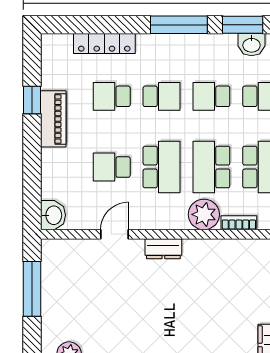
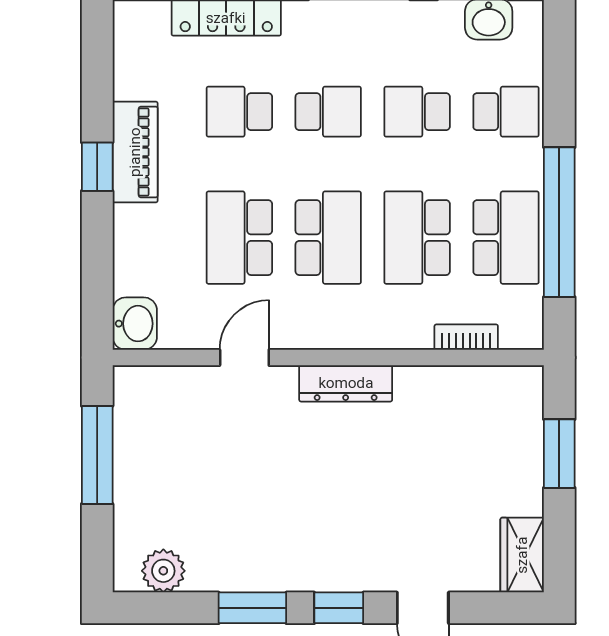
window: (32, 100) -> (97, 167), moved
school desk: (112, 167) -> (239, 238), width x1.85
plant: (204, 214) -> (404, 322), removed
dresser: (163, 249) -> (346, 383), width x1.44

